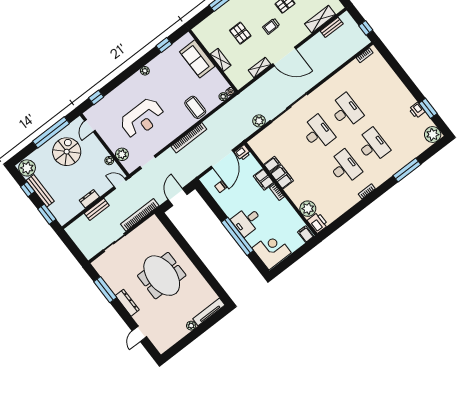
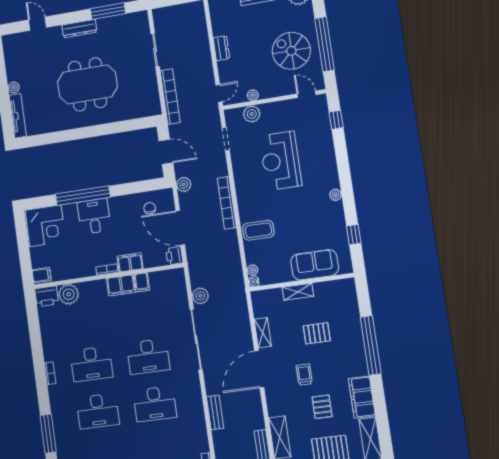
spiral stairs: (67, 152) -> (291, 51), turned 180
plant: (193, 173) -> (184, 184), added
bench: (97, 209) -> (215, 412), moved

